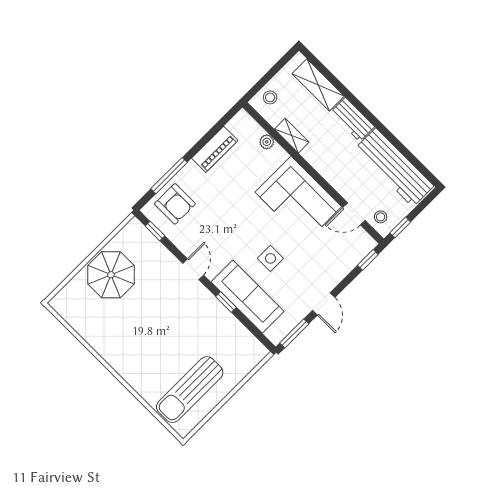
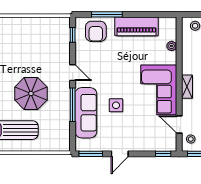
shelving: (292, 136) -> (187, 87), moved
piano: (215, 149) -> (136, 26), width x1.37, depth x1.33
door: (193, 269) -> (73, 73), hinge flipped
parasol: (111, 275) -> (31, 94), moved
window: (226, 302) -> (73, 105), width x2.17

